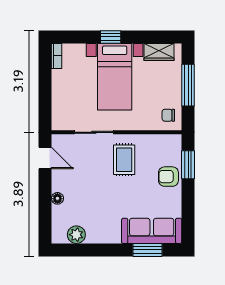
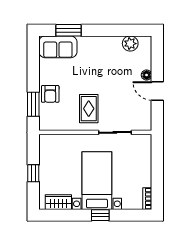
window: (188, 85) -> (33, 173), width x0.46
chair: (168, 115) -> (50, 147), removed
door: (45, 158) -> (157, 91), moved
armchair: (168, 177) -> (50, 94), turned 90
sofa: (152, 231) -> (58, 47), width x0.73

